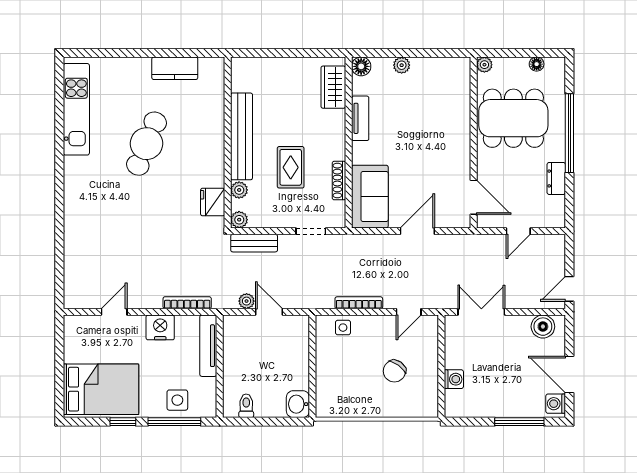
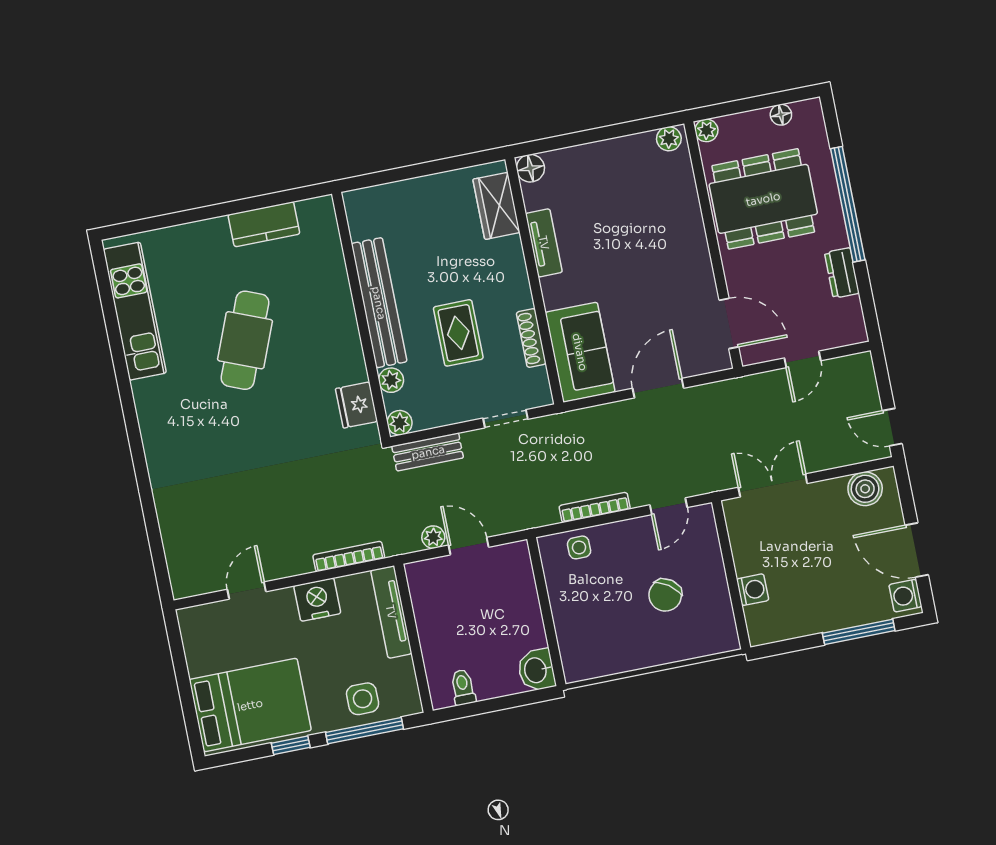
plant: (402, 65) -> (669, 139), moved
door: (569, 289) -> (892, 427), hinge flipped

